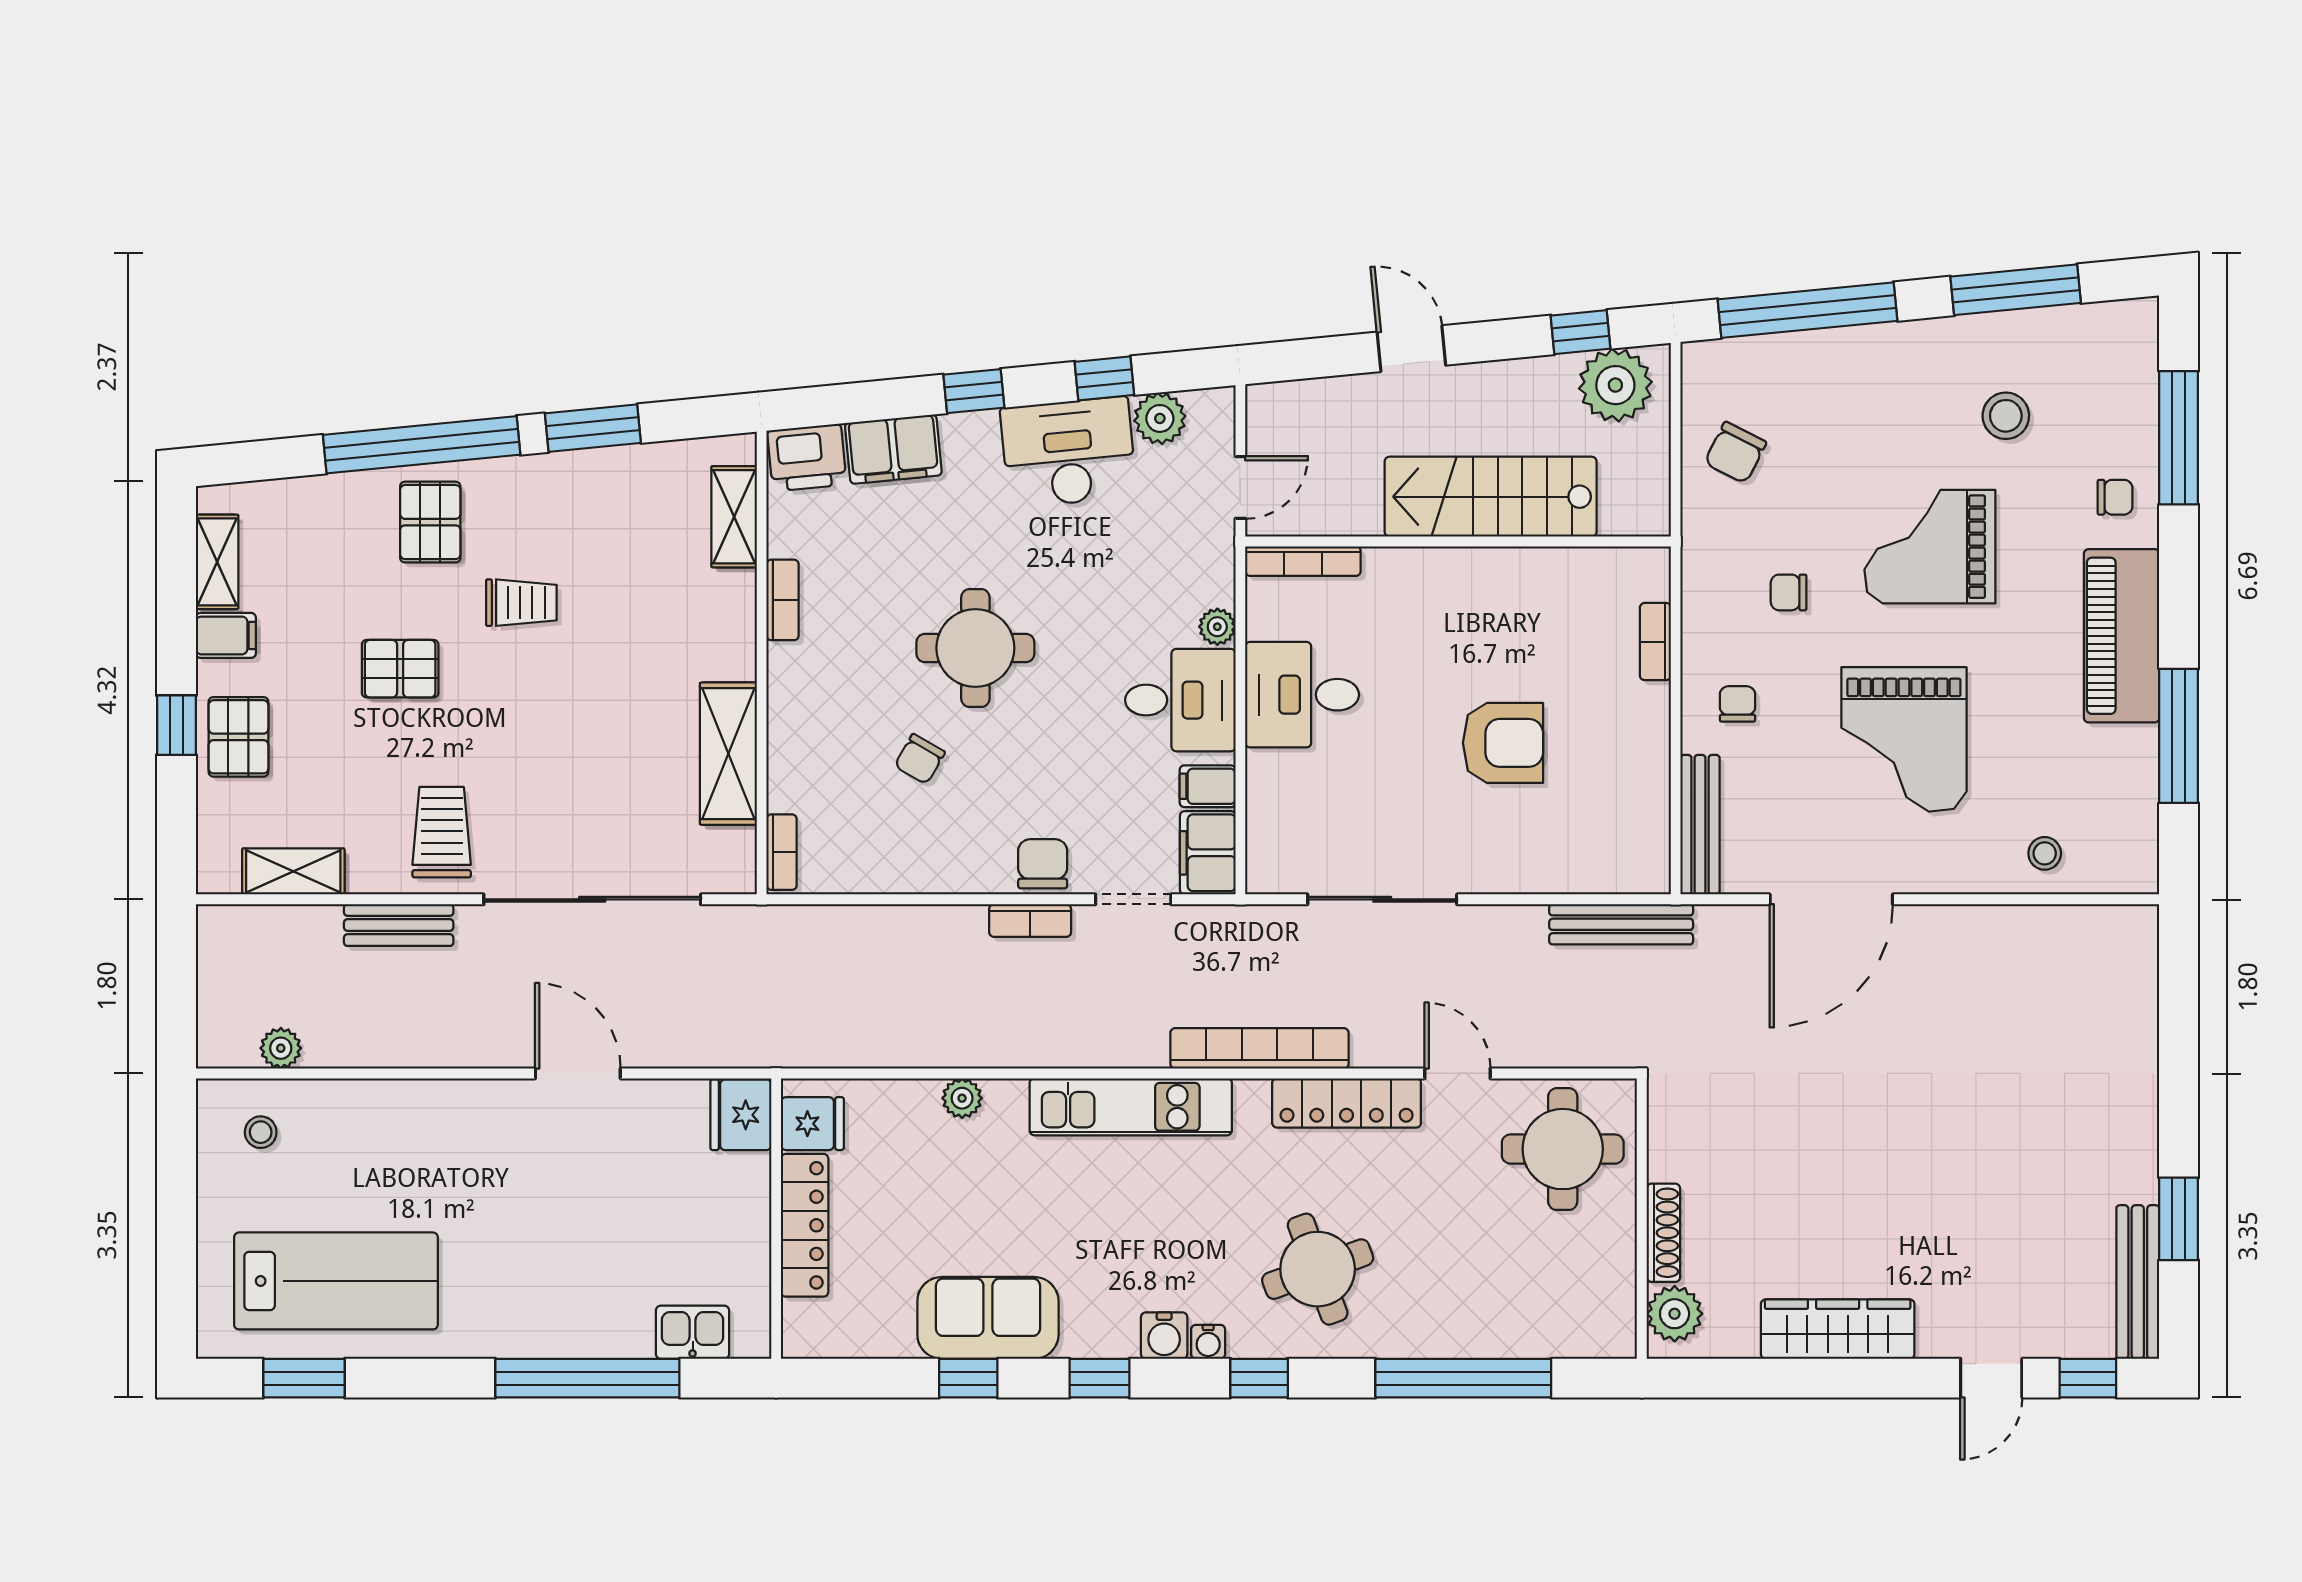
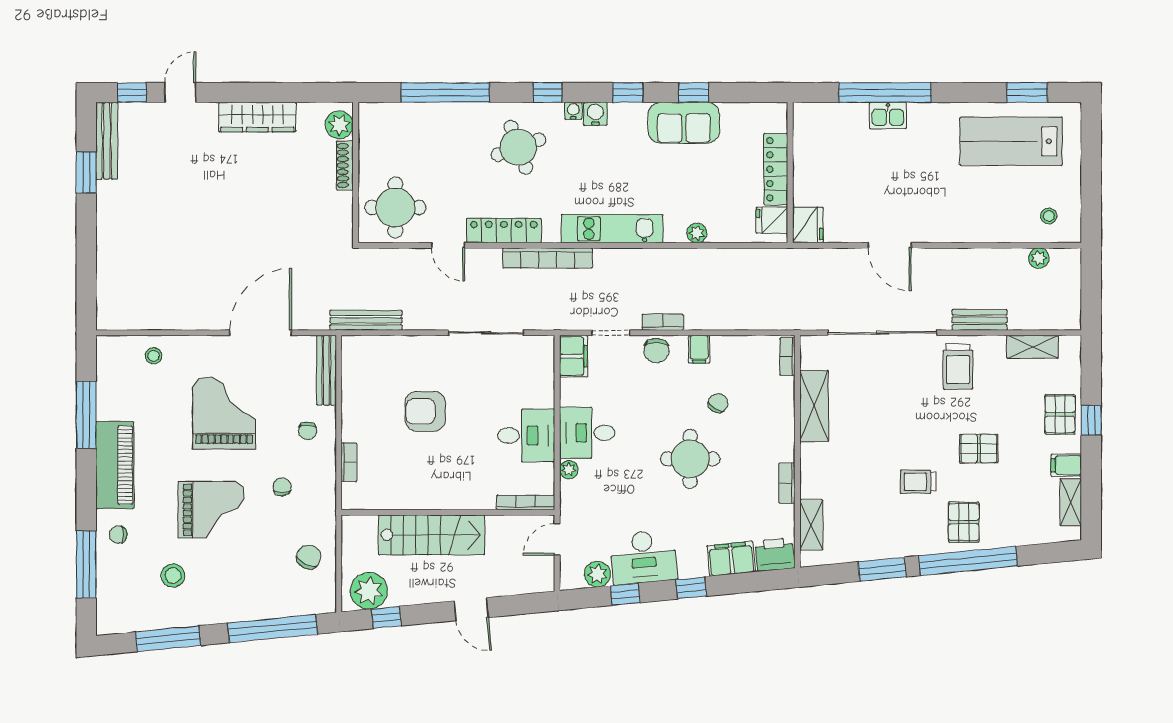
chair: (1789, 592) -> (282, 487), turned -90
filing cabinet: (1208, 786) -> (699, 349), moved, turned 90
kitchen sink: (693, 1332) -> (888, 116), moved

